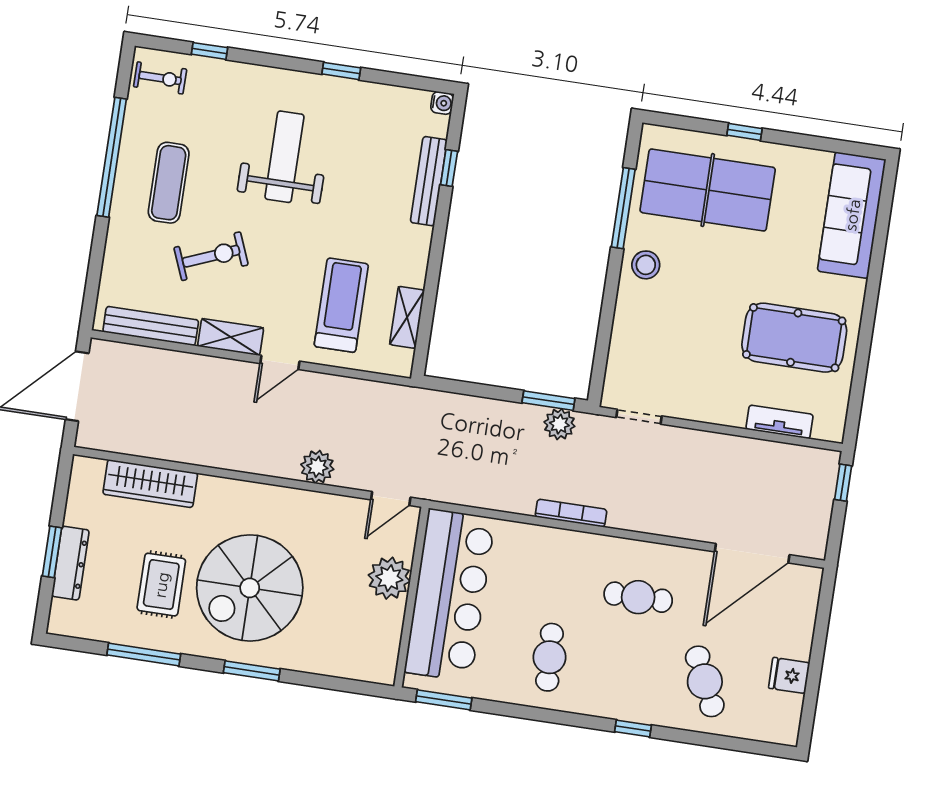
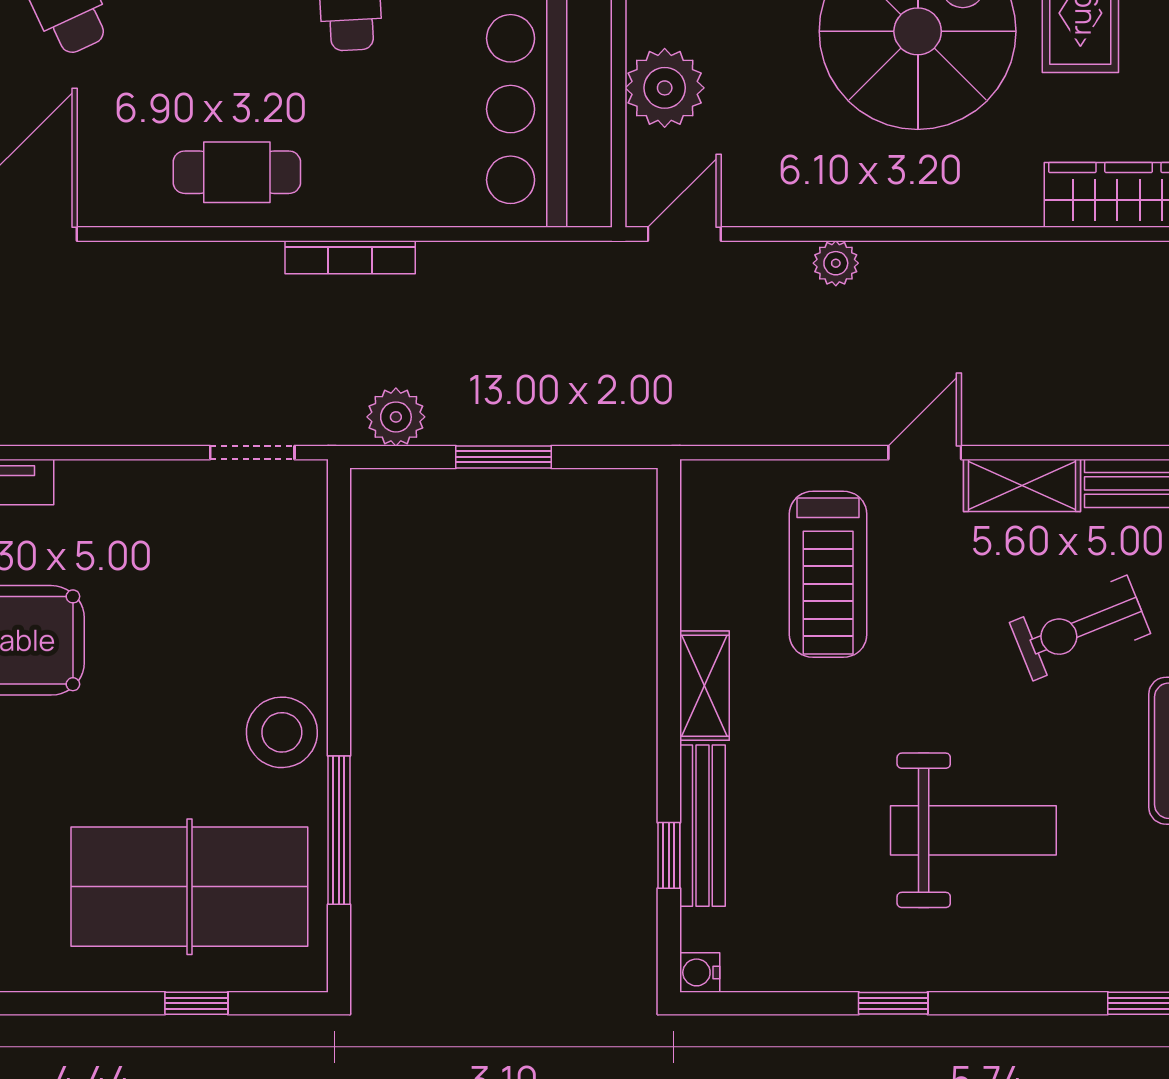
window: (744, 132) -> (196, 1003), moved
weight bench: (284, 157) -> (973, 830), turned -90
stool: (646, 265) -> (282, 732), width x1.38, depth x1.38
shelving: (407, 317) -> (704, 686), moved
window: (548, 401) -> (504, 457), moved
plant: (317, 467) -> (836, 263), width x0.73, depth x0.73
cafe table: (638, 597) -> (237, 172), moved

